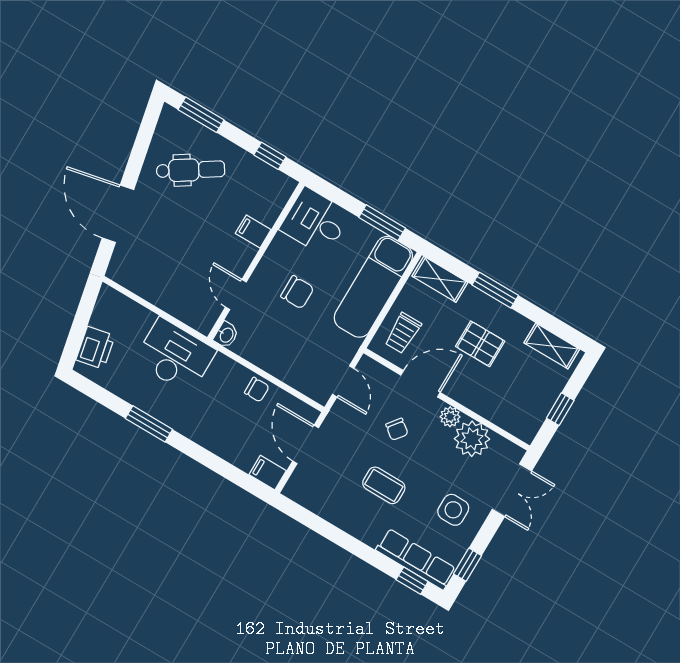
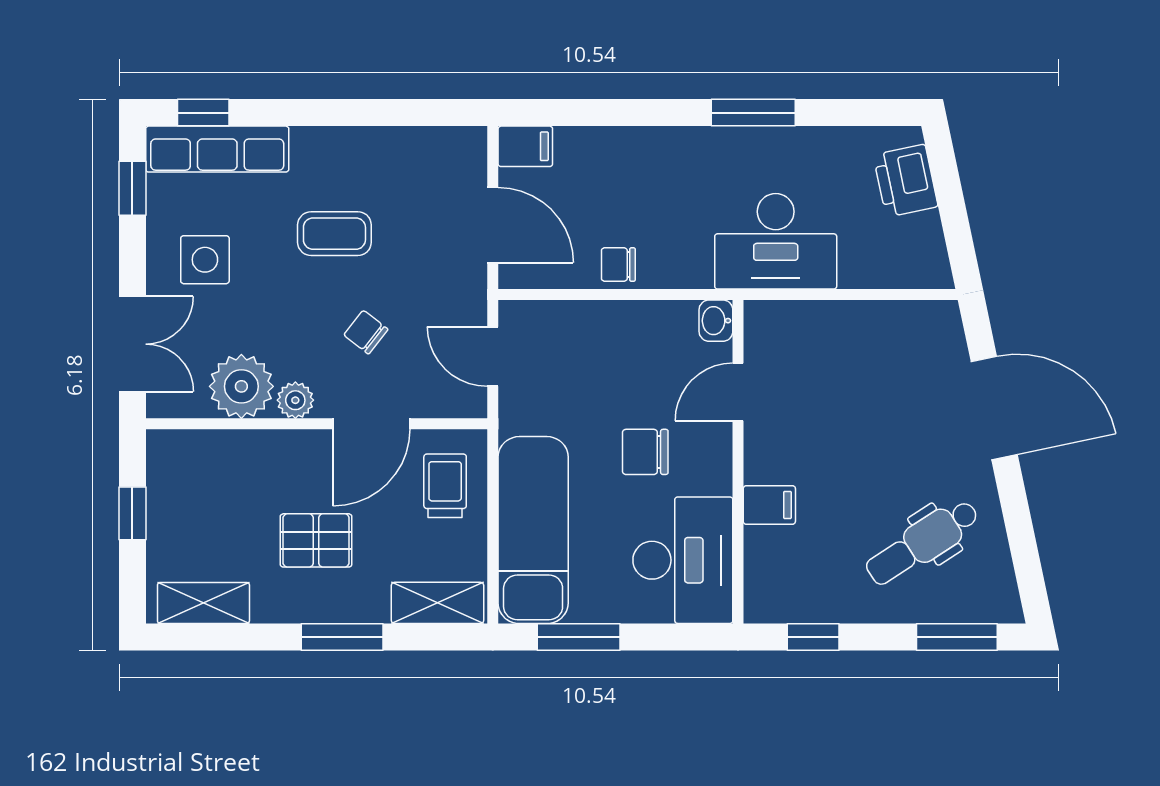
desk: (315, 221) -> (683, 560), width x1.37
door: (236, 294) -> (738, 392), swing flipped
double door: (512, 490) -> (132, 344), swing flipped

